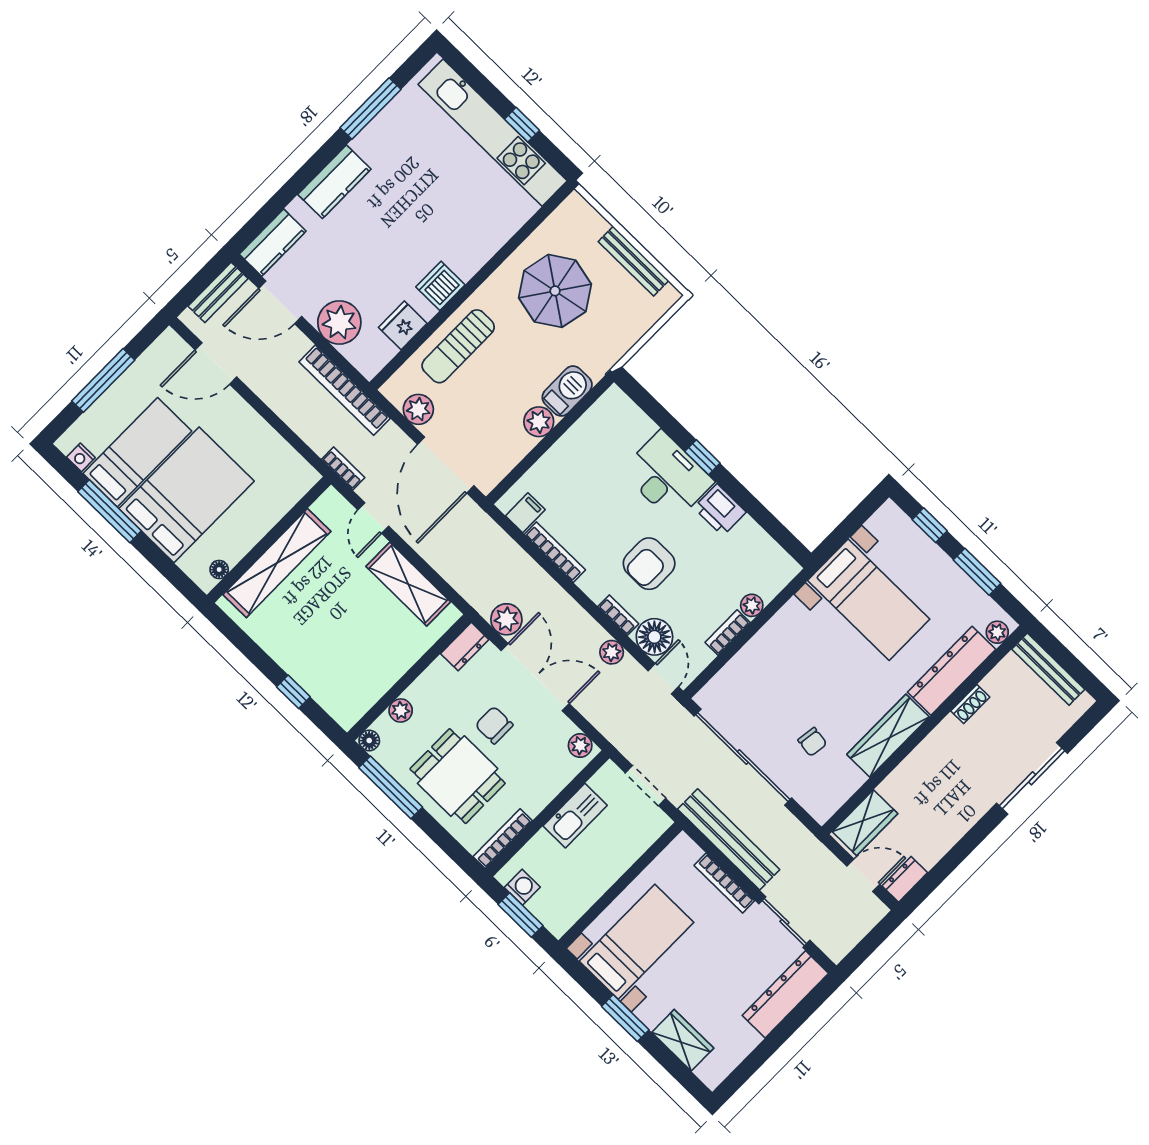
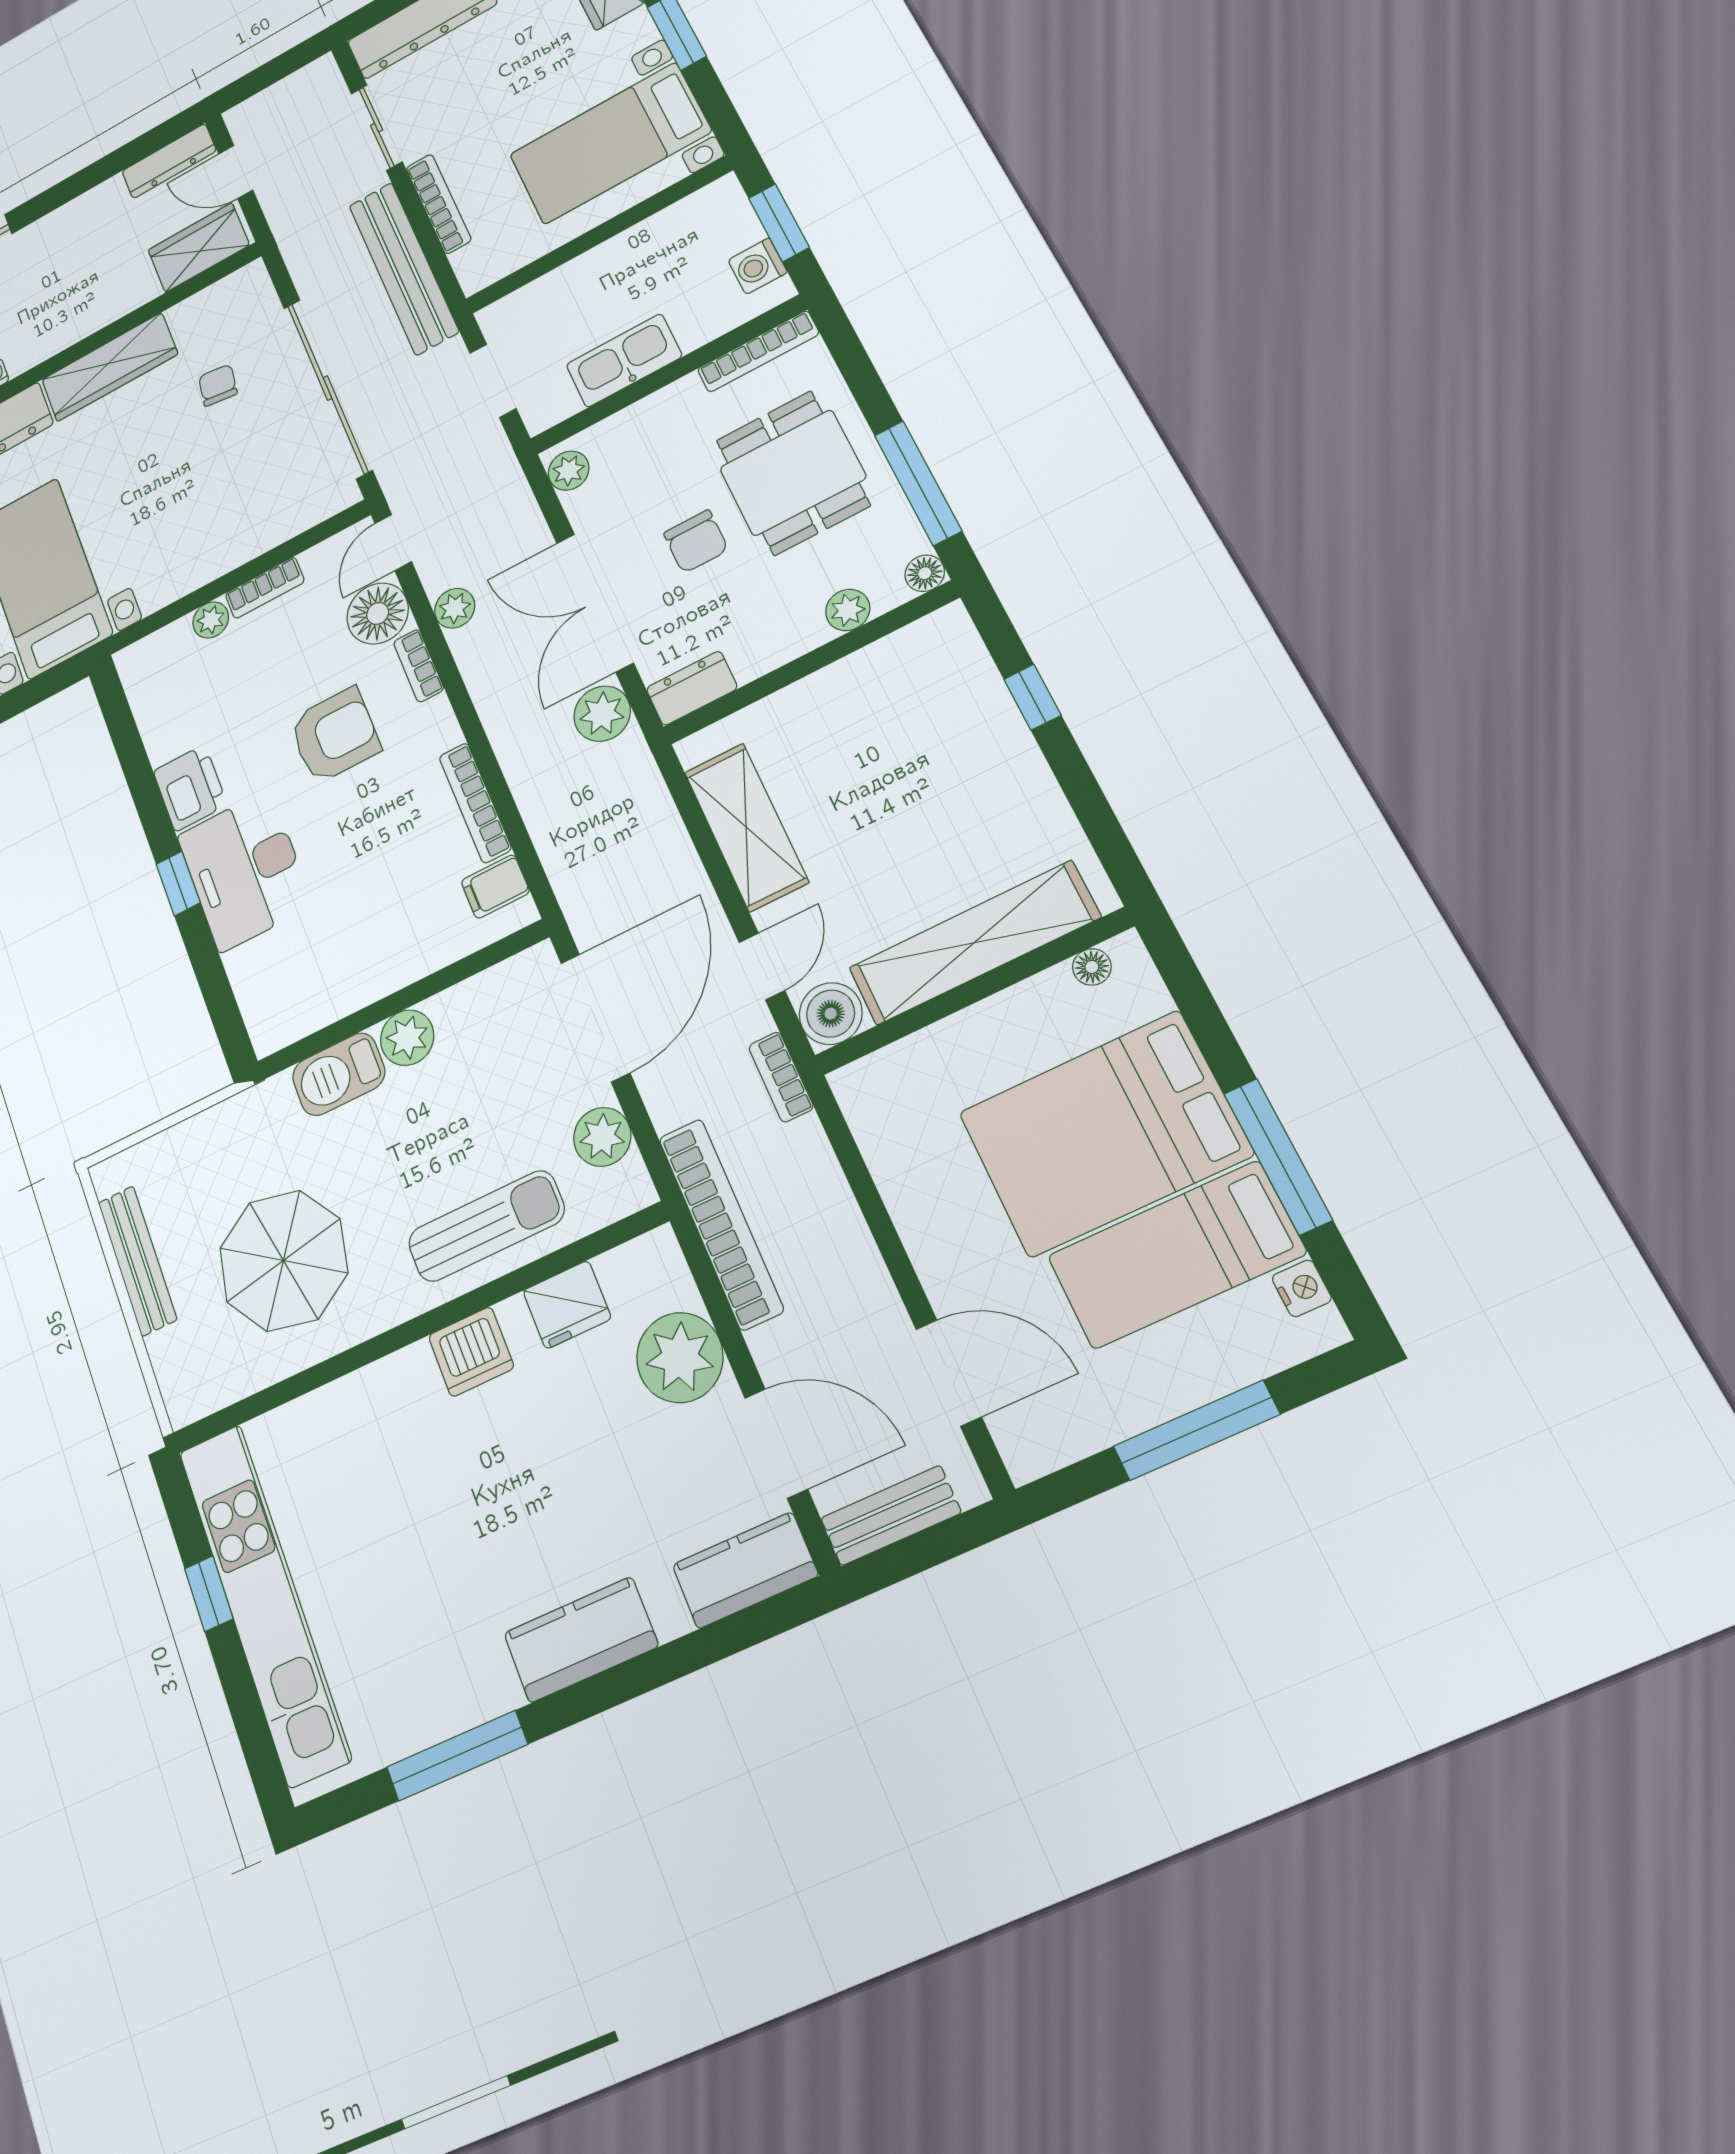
boiler: (331, 507) -> (831, 1014), added
dresser: (905, 879) -> (169, 161), width x1.44

